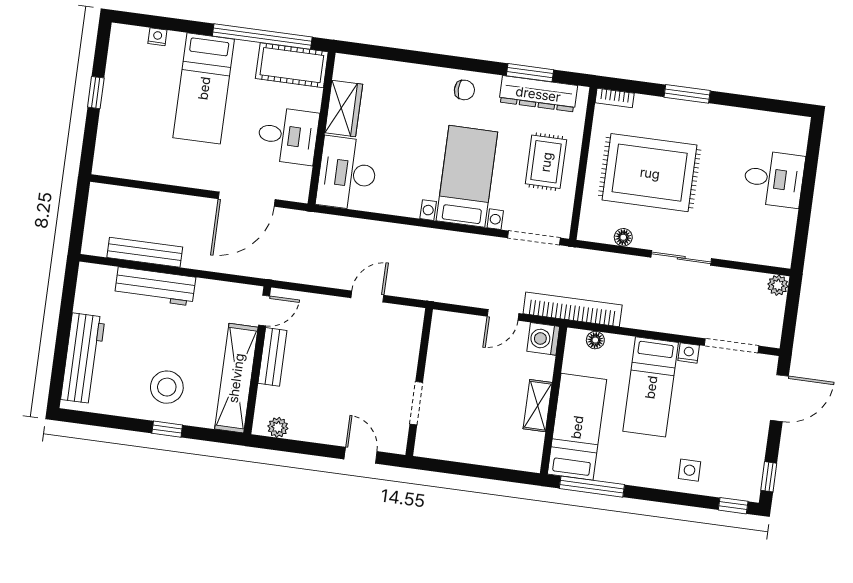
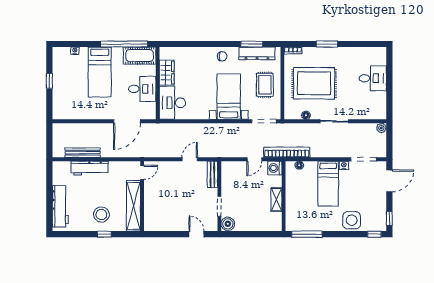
bench: (272, 357) -> (212, 174), moved
plant: (278, 427) -> (156, 226), removed
bed: (577, 427) -> (296, 207), removed
boiler: (429, 443) -> (228, 224), added
side table: (689, 470) -> (352, 220), width x1.87, depth x1.87

